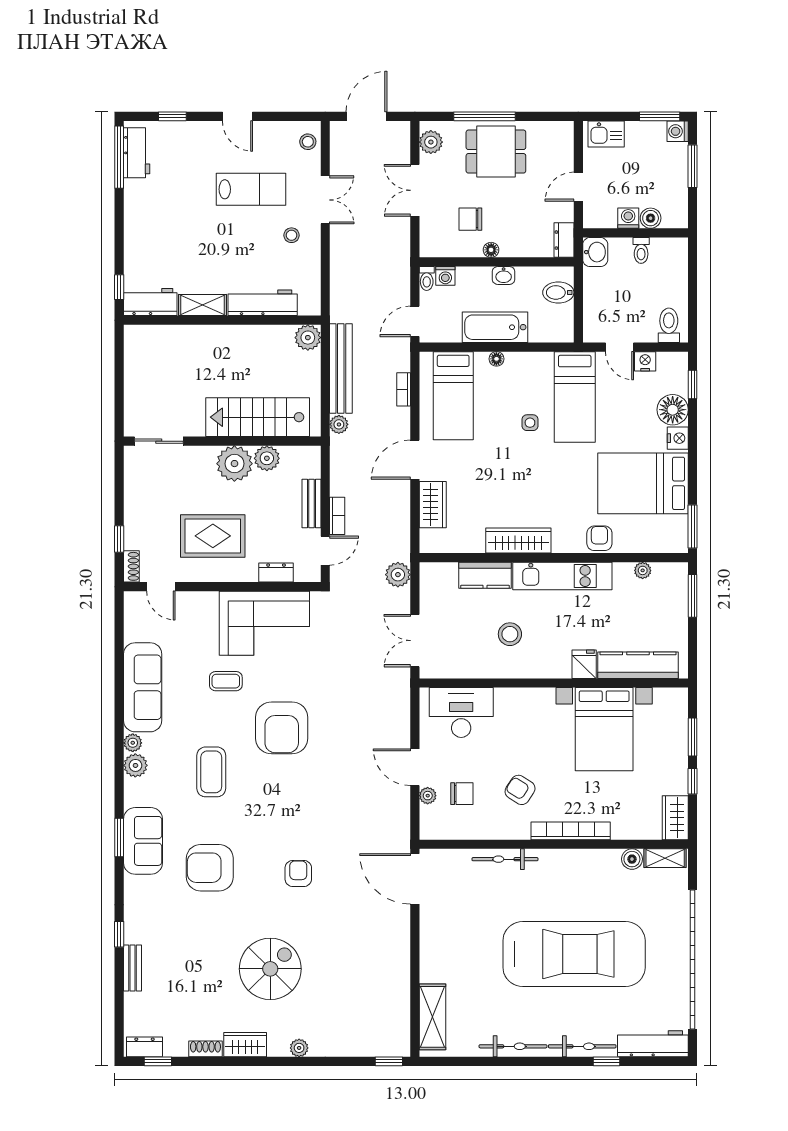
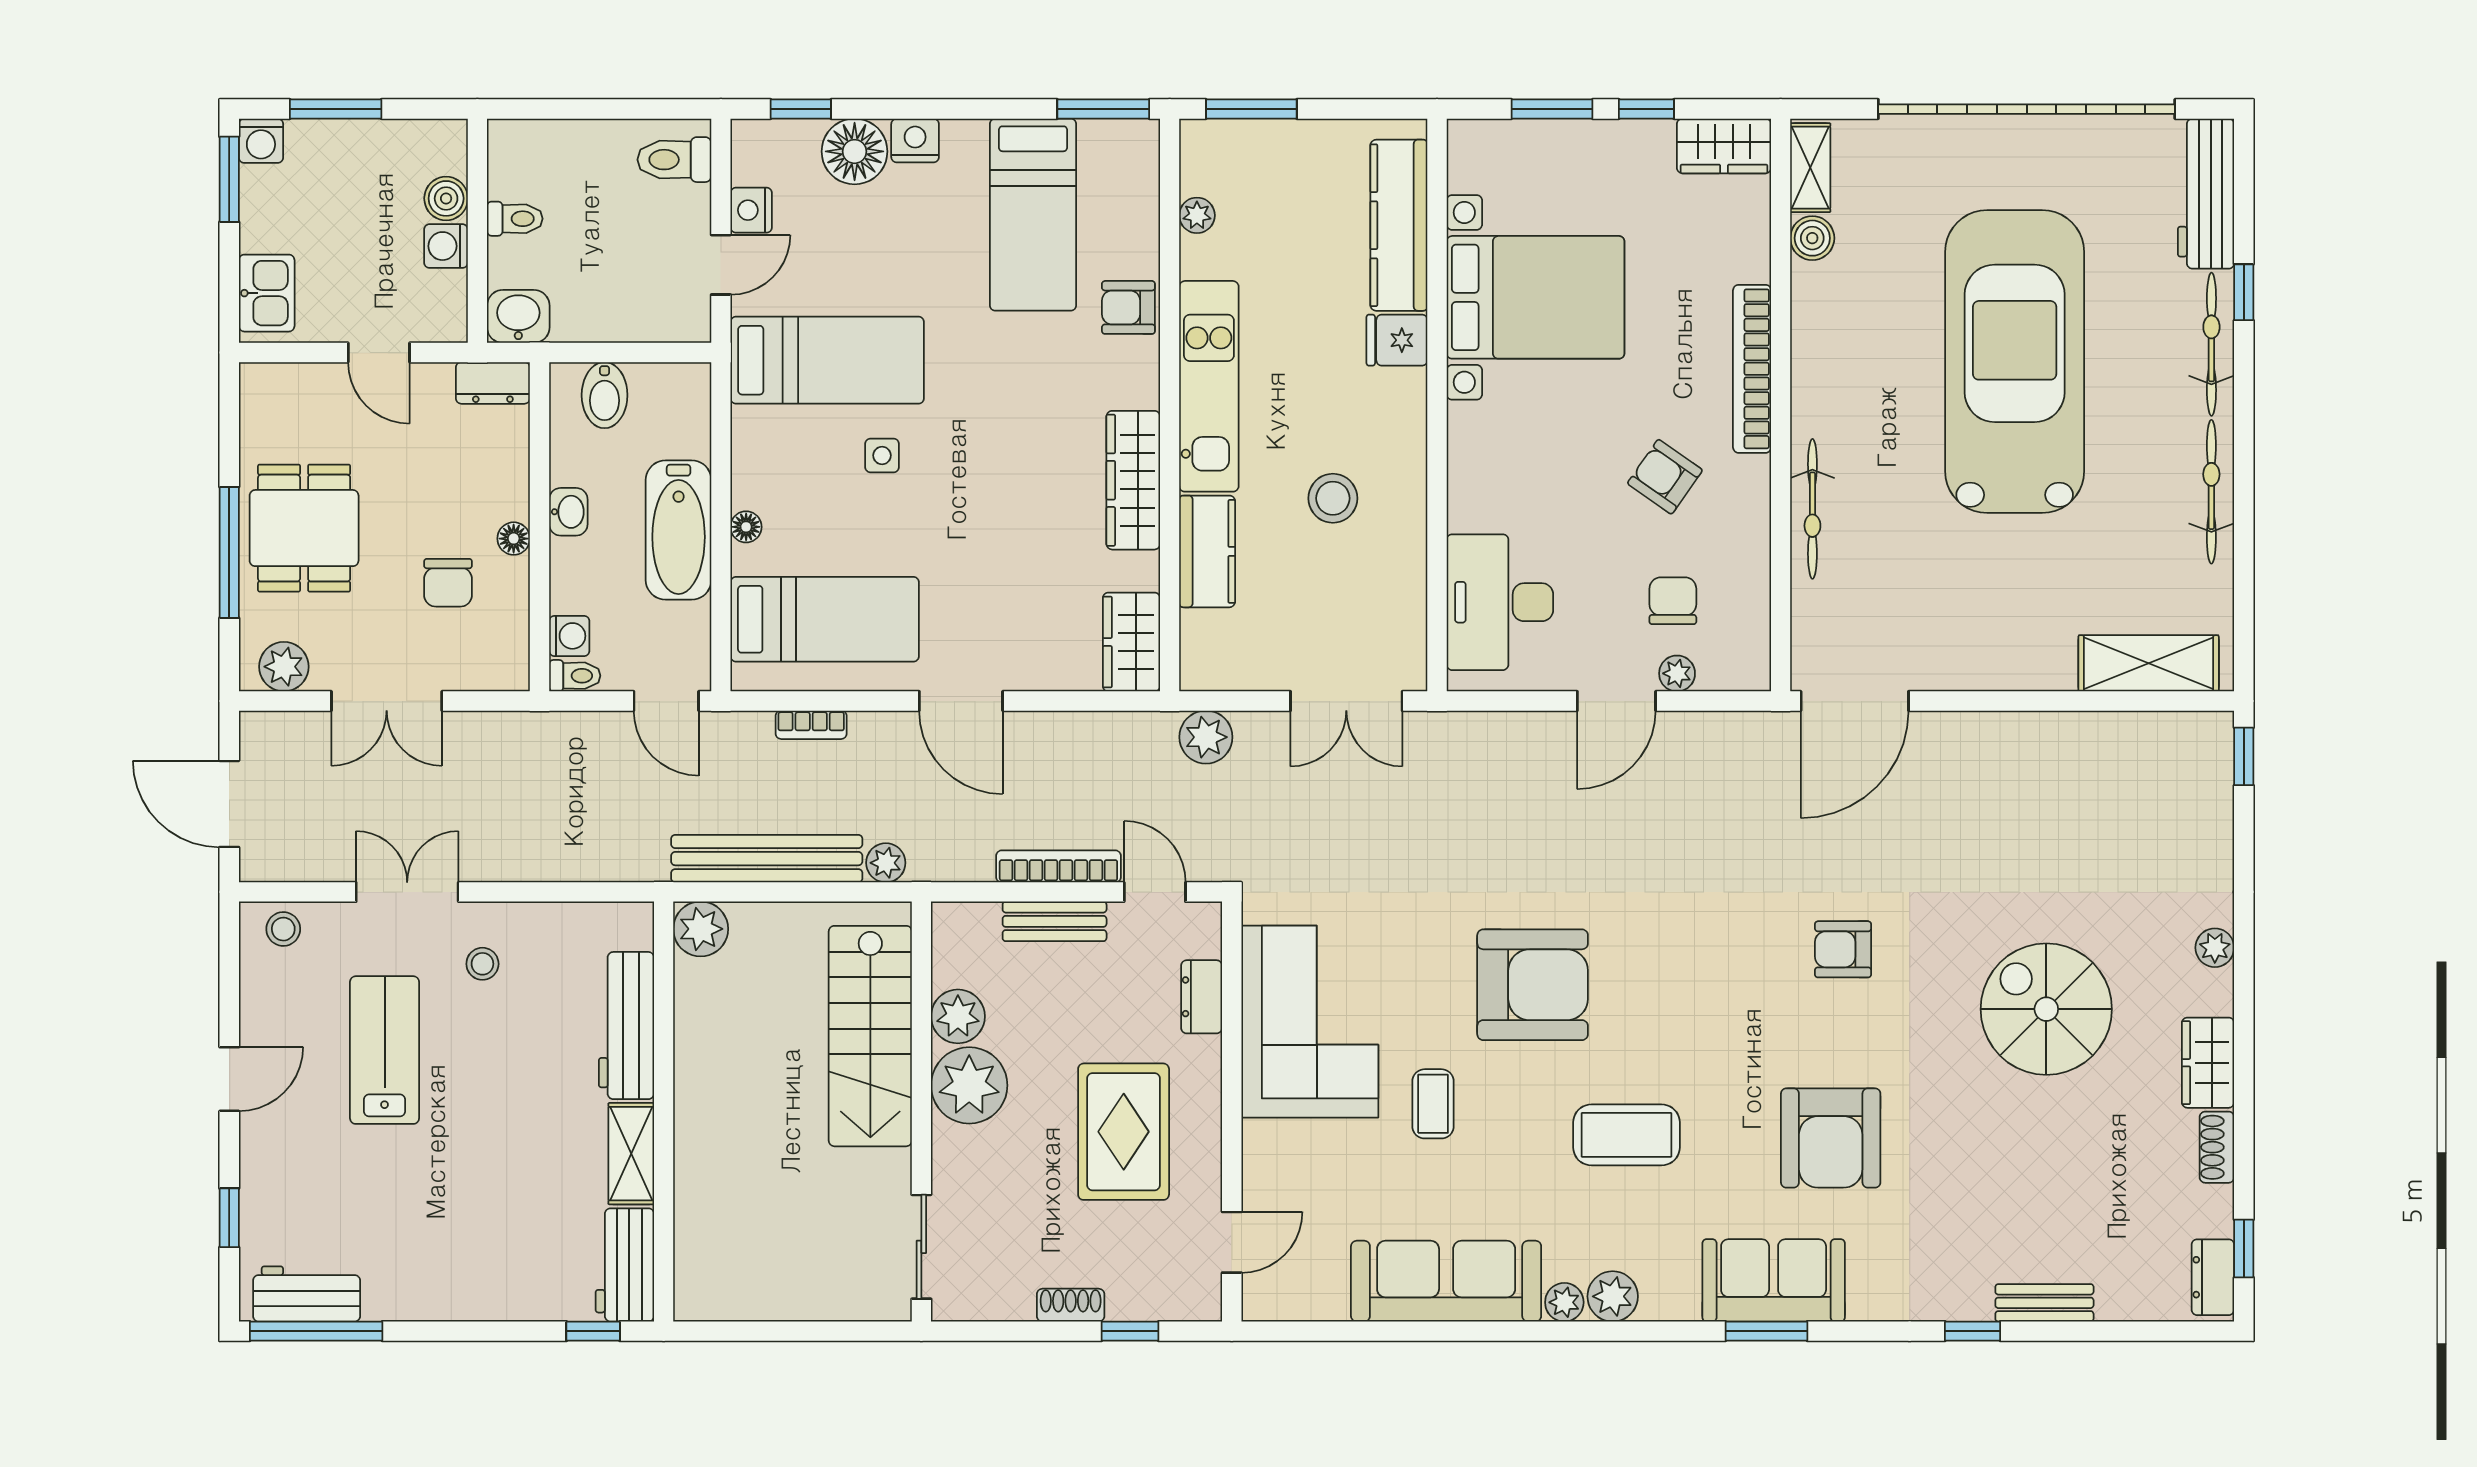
bed: (643, 483) -> (1033, 215), width x0.67
wardrobe: (433, 505) -> (1131, 642), moved, turned -90
bookcase: (337, 516) -> (1058, 866), width x1.56
shoe rack: (131, 566) -> (1071, 1305), moved
armchair: (520, 790) -> (1665, 477), turned 92

